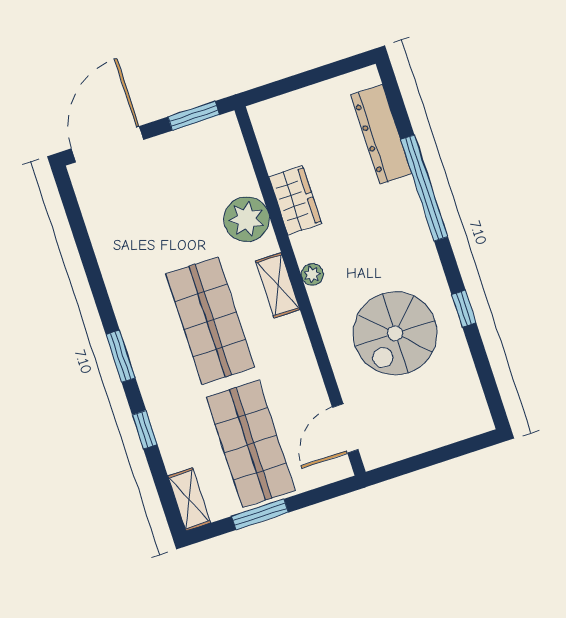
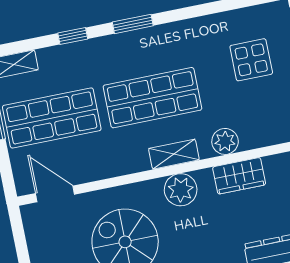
display table: (148, 202) -> (251, 60), added
plant: (247, 219) -> (225, 141), width x0.73, depth x0.73
plant: (312, 274) -> (181, 190), width x1.87, depth x1.87

